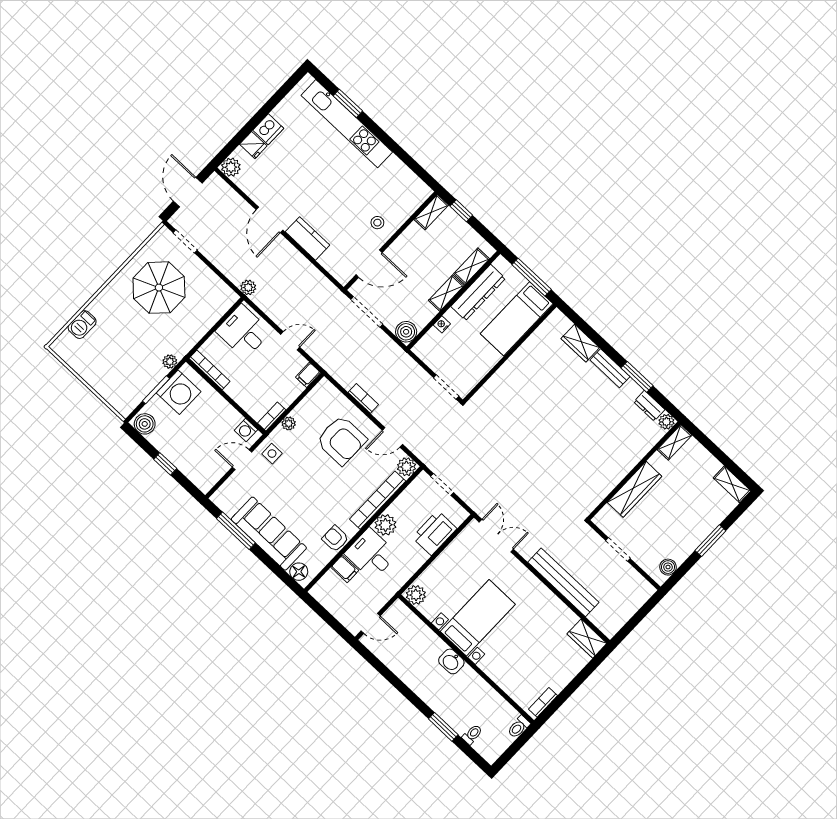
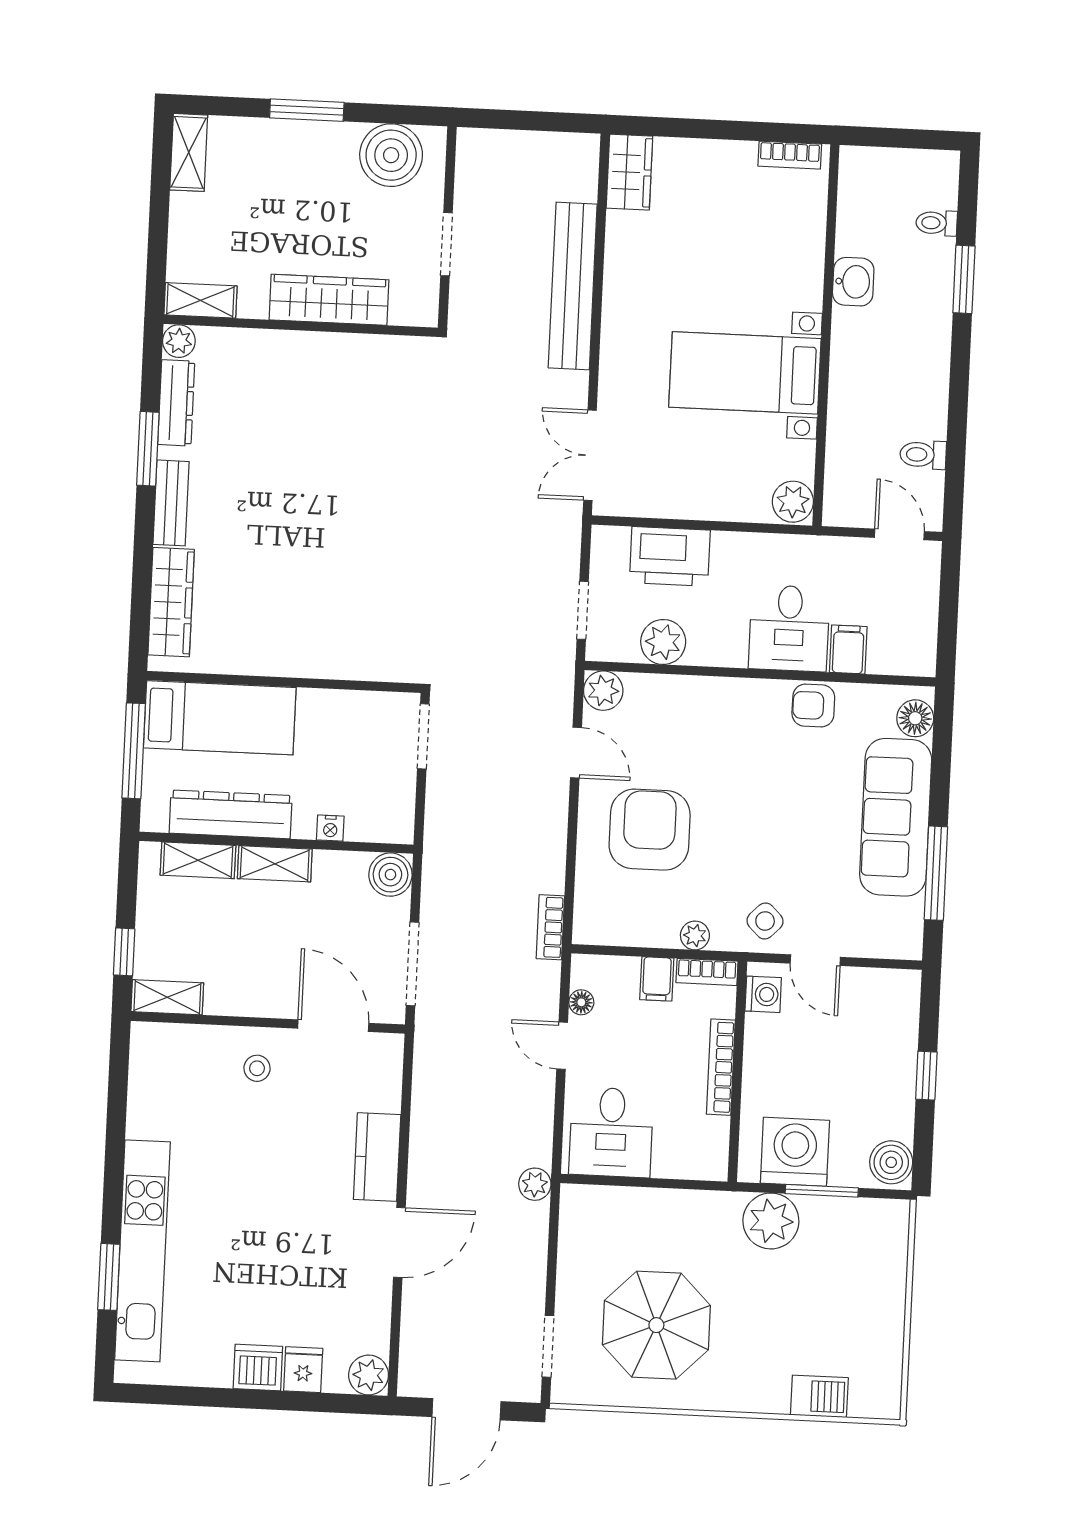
wardrobe: (580, 343) -> (171, 602), width x1.50
floor lamp: (300, 361) -> (581, 1002), added
plant: (170, 362) -> (771, 1221), width x1.88, depth x1.88
bookcase: (210, 370) -> (721, 1067), moved
filing cabinet: (308, 375) -> (657, 979), moved, turned 90
bookcase: (363, 398) -> (550, 927), moved
dresser: (649, 406) -> (176, 403), width x1.44
side table: (272, 454) -> (765, 921), turned 45
bookcase: (378, 500) -> (695, 691), removed
plant: (385, 525) -> (663, 642), moved
armchair: (335, 539) -> (813, 706), turned 90
boiler: (668, 567) -> (391, 155), width x1.86, depth x1.86
washbasin: (451, 661) -> (853, 282), moved
toilet: (519, 727) -> (923, 455), moved, turned 180

